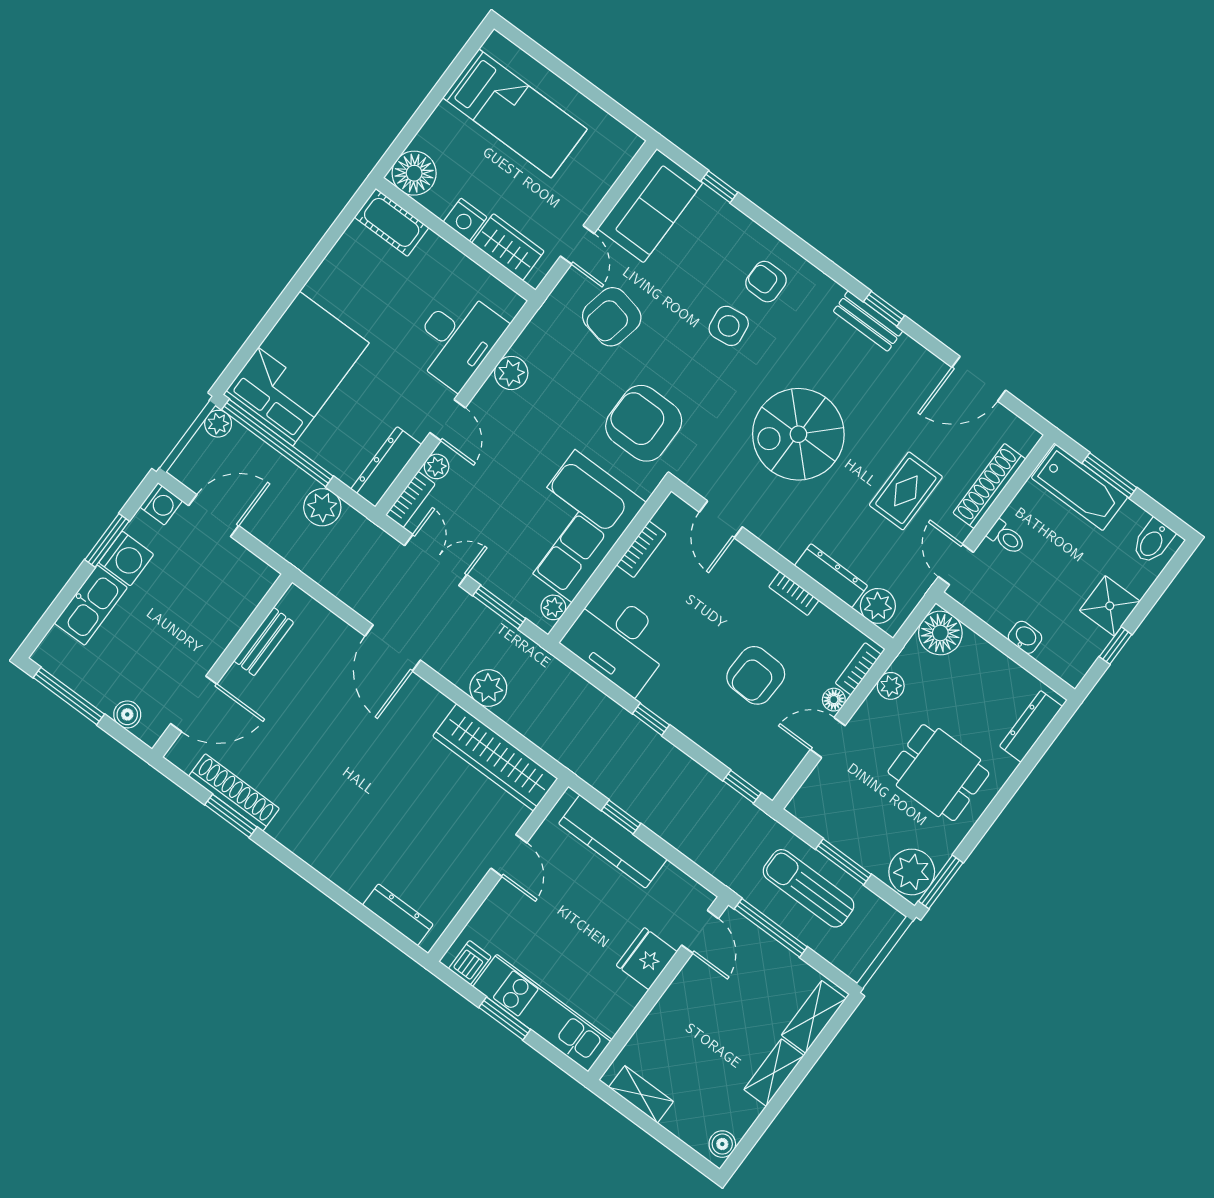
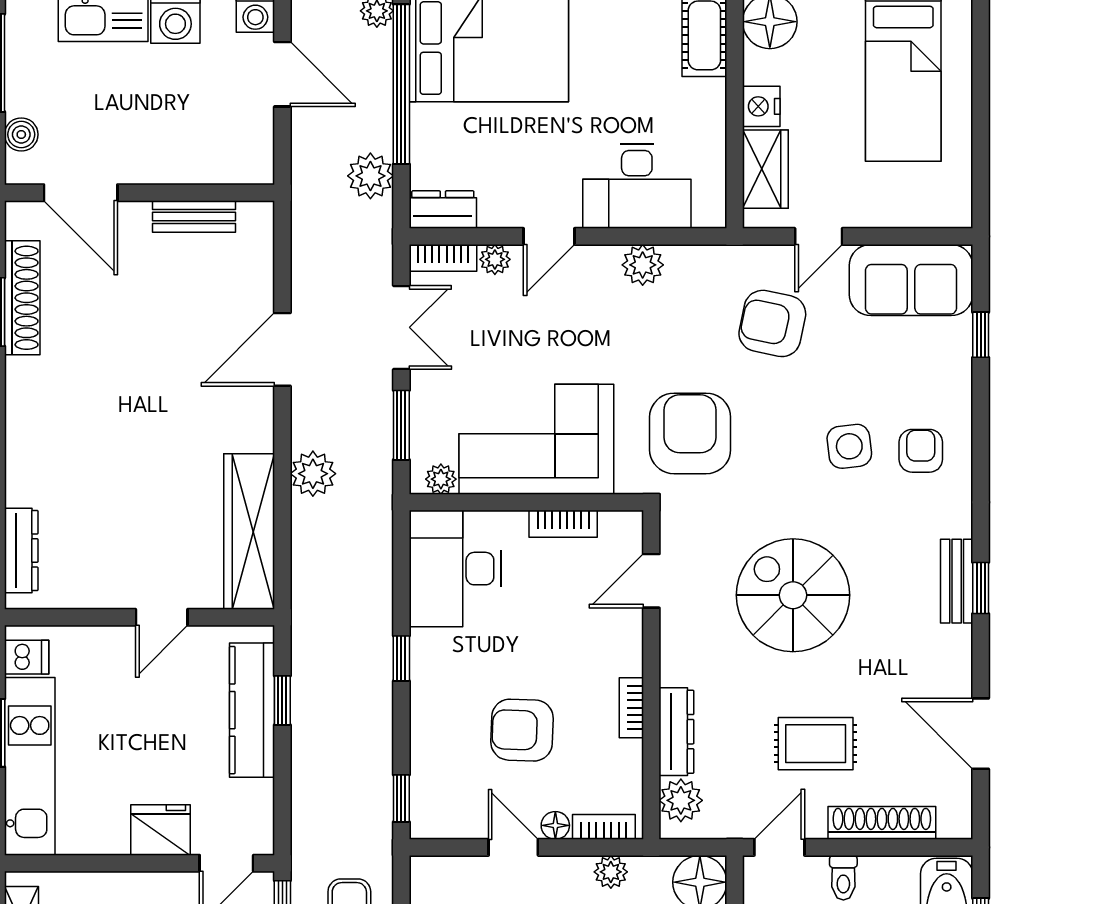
dresser: (386, 467) -> (443, 210), width x0.70

